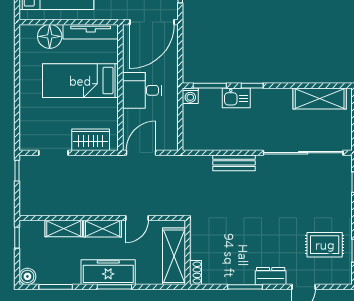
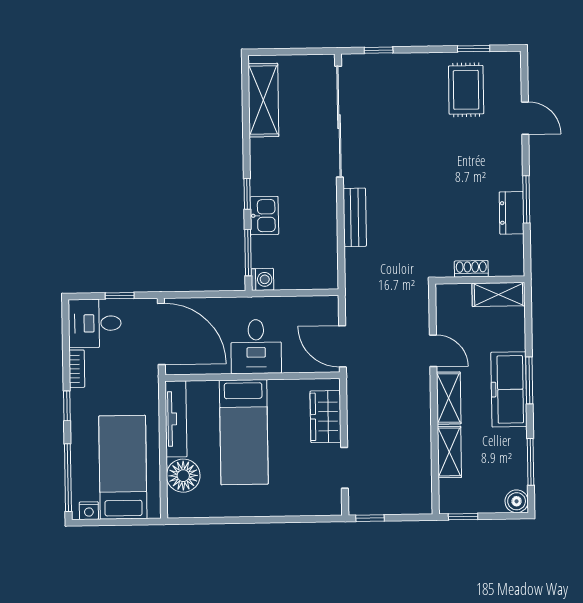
shelving: (174, 256) -> (499, 294), width x0.67, depth x0.75
shoe rack: (195, 273) -> (471, 269), moved
dresser: (271, 276) -> (512, 213), moved

